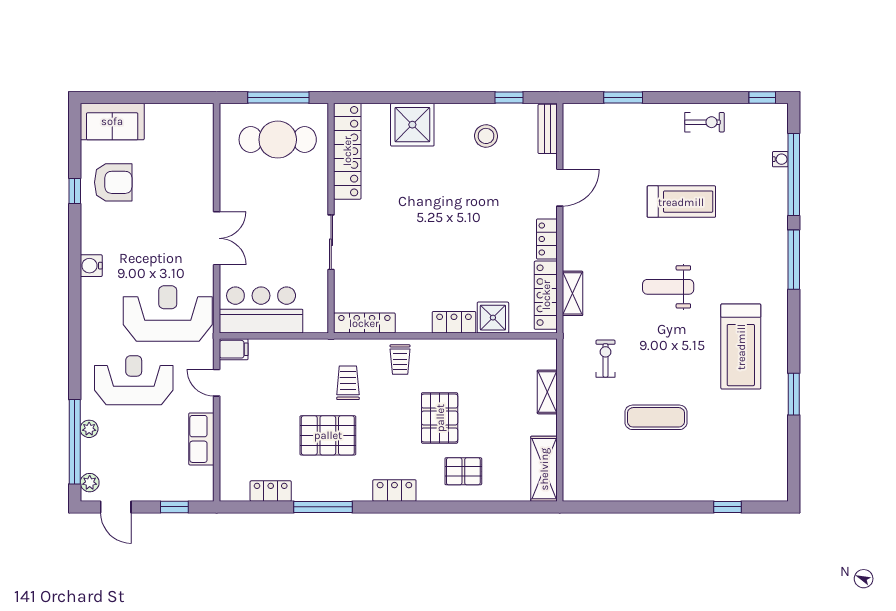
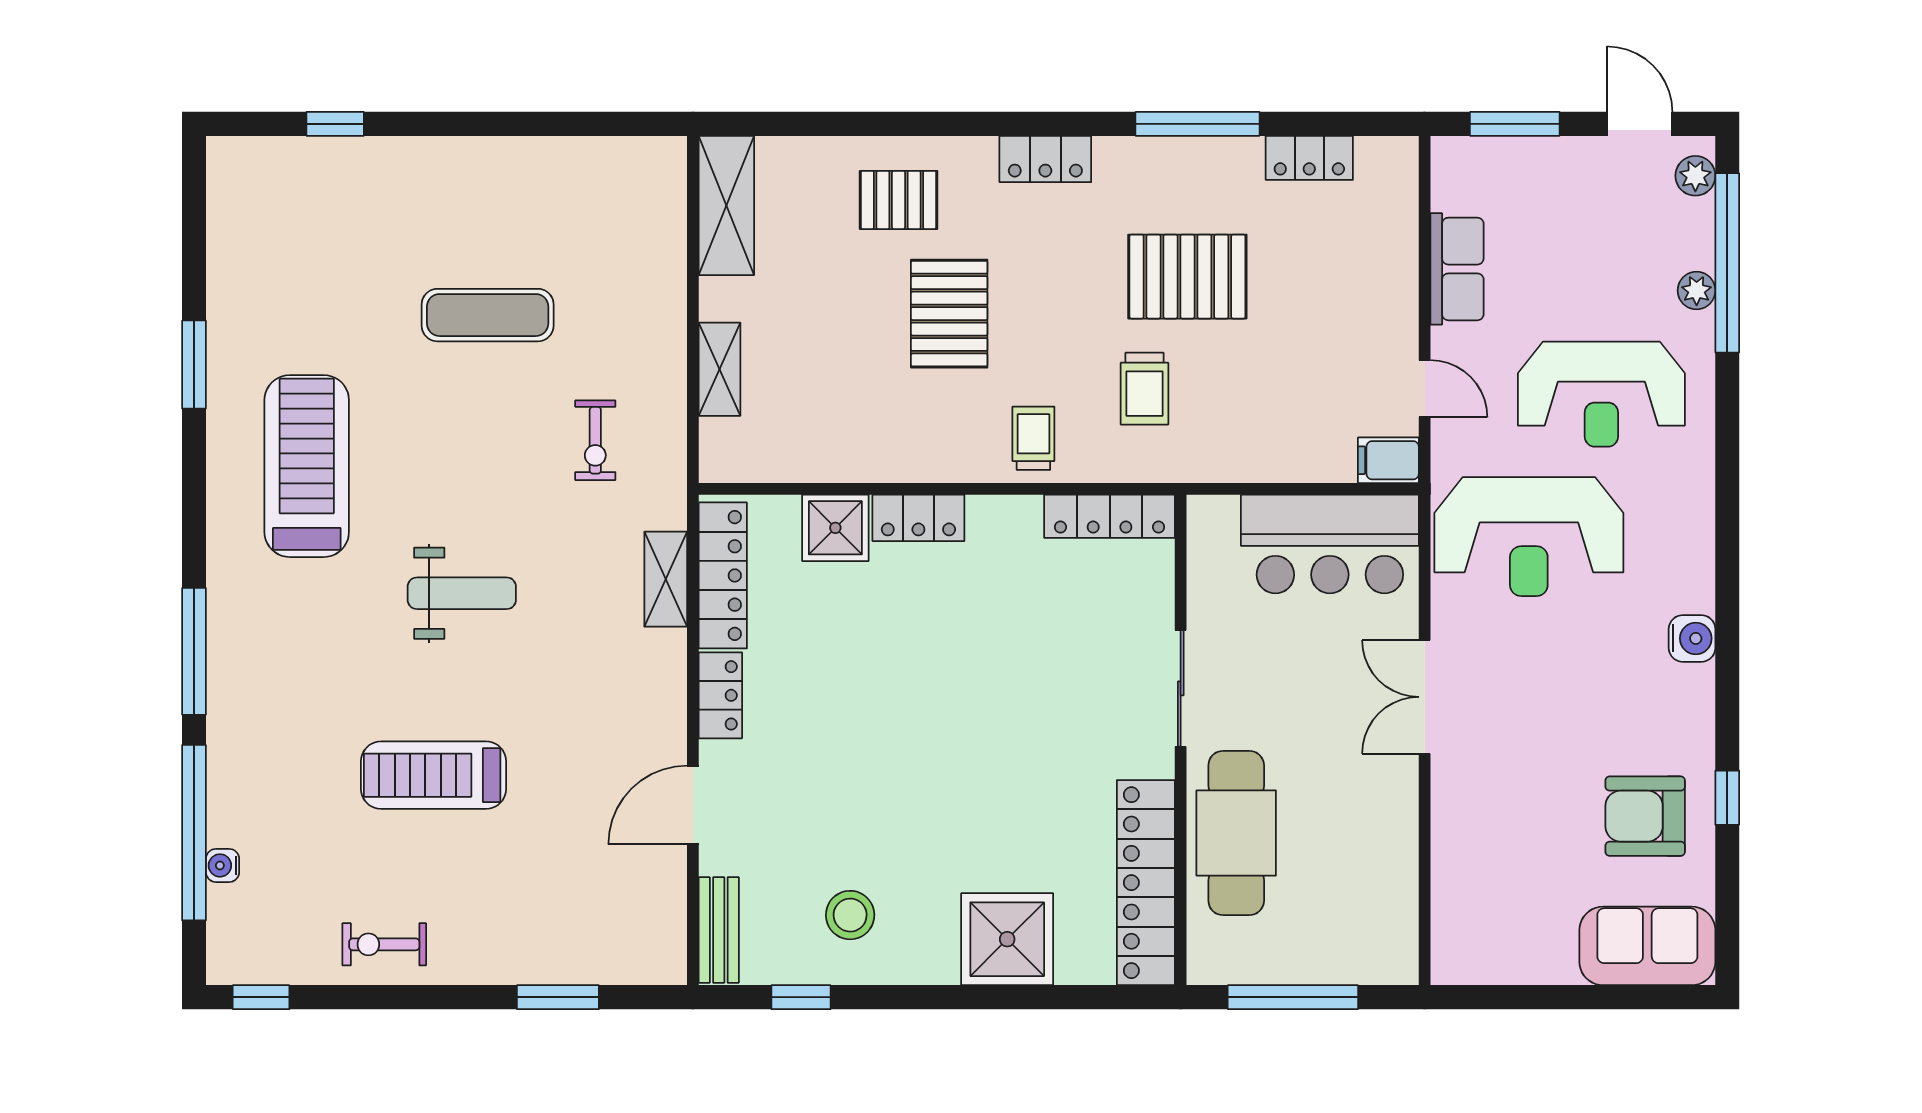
cafe table: (278, 140) -> (1236, 833), moved, turned 90
window: (174, 507) -> (1515, 124), width x1.50

